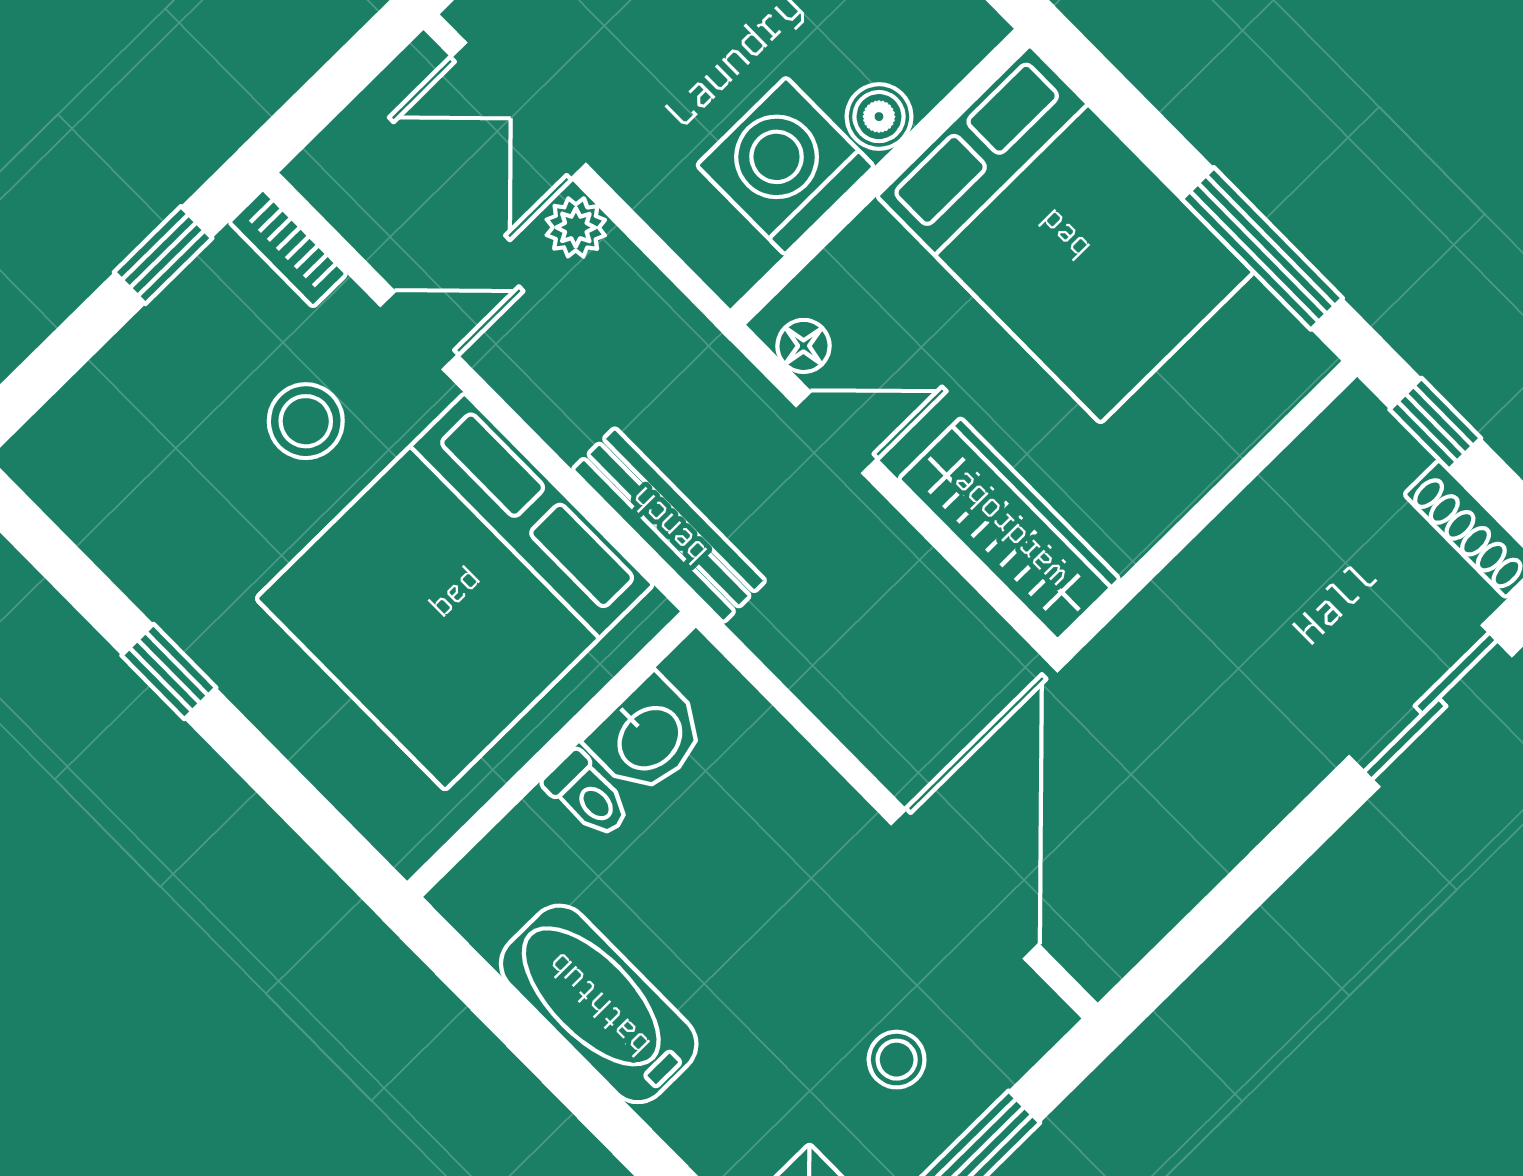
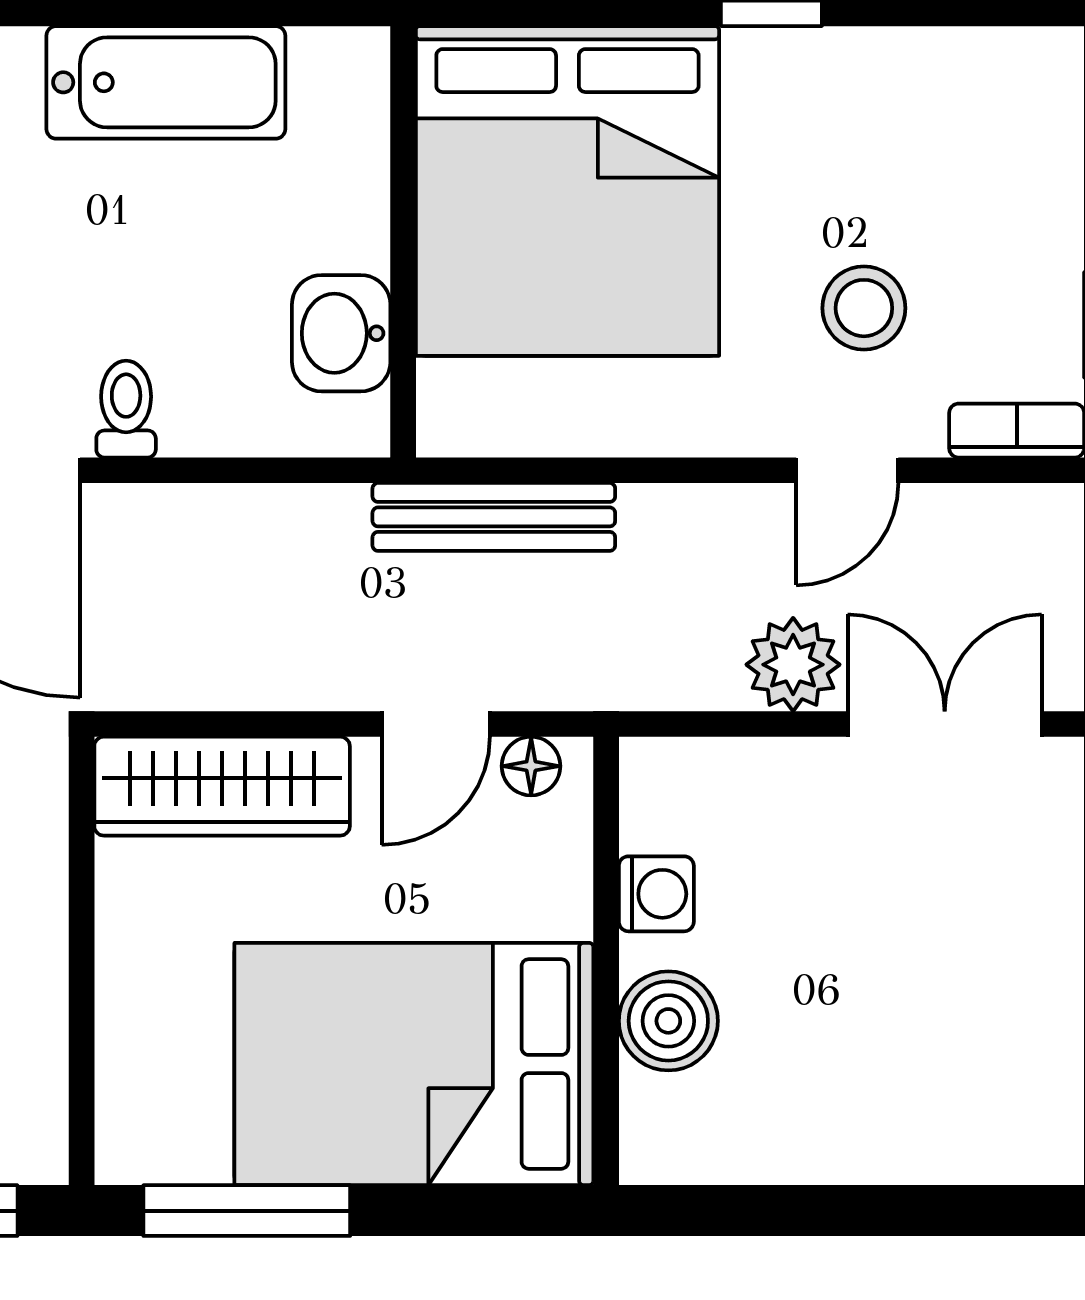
boiler: (879, 117) -> (668, 1021), width x1.36, depth x1.36
washing machine: (785, 166) -> (656, 894), width x0.53, depth x0.53
plant: (576, 227) -> (793, 665), width x1.38, depth x1.38
bed: (455, 592) -> (567, 191), moved, turned 180
toilet: (588, 795) -> (126, 409), moved, turned 90

